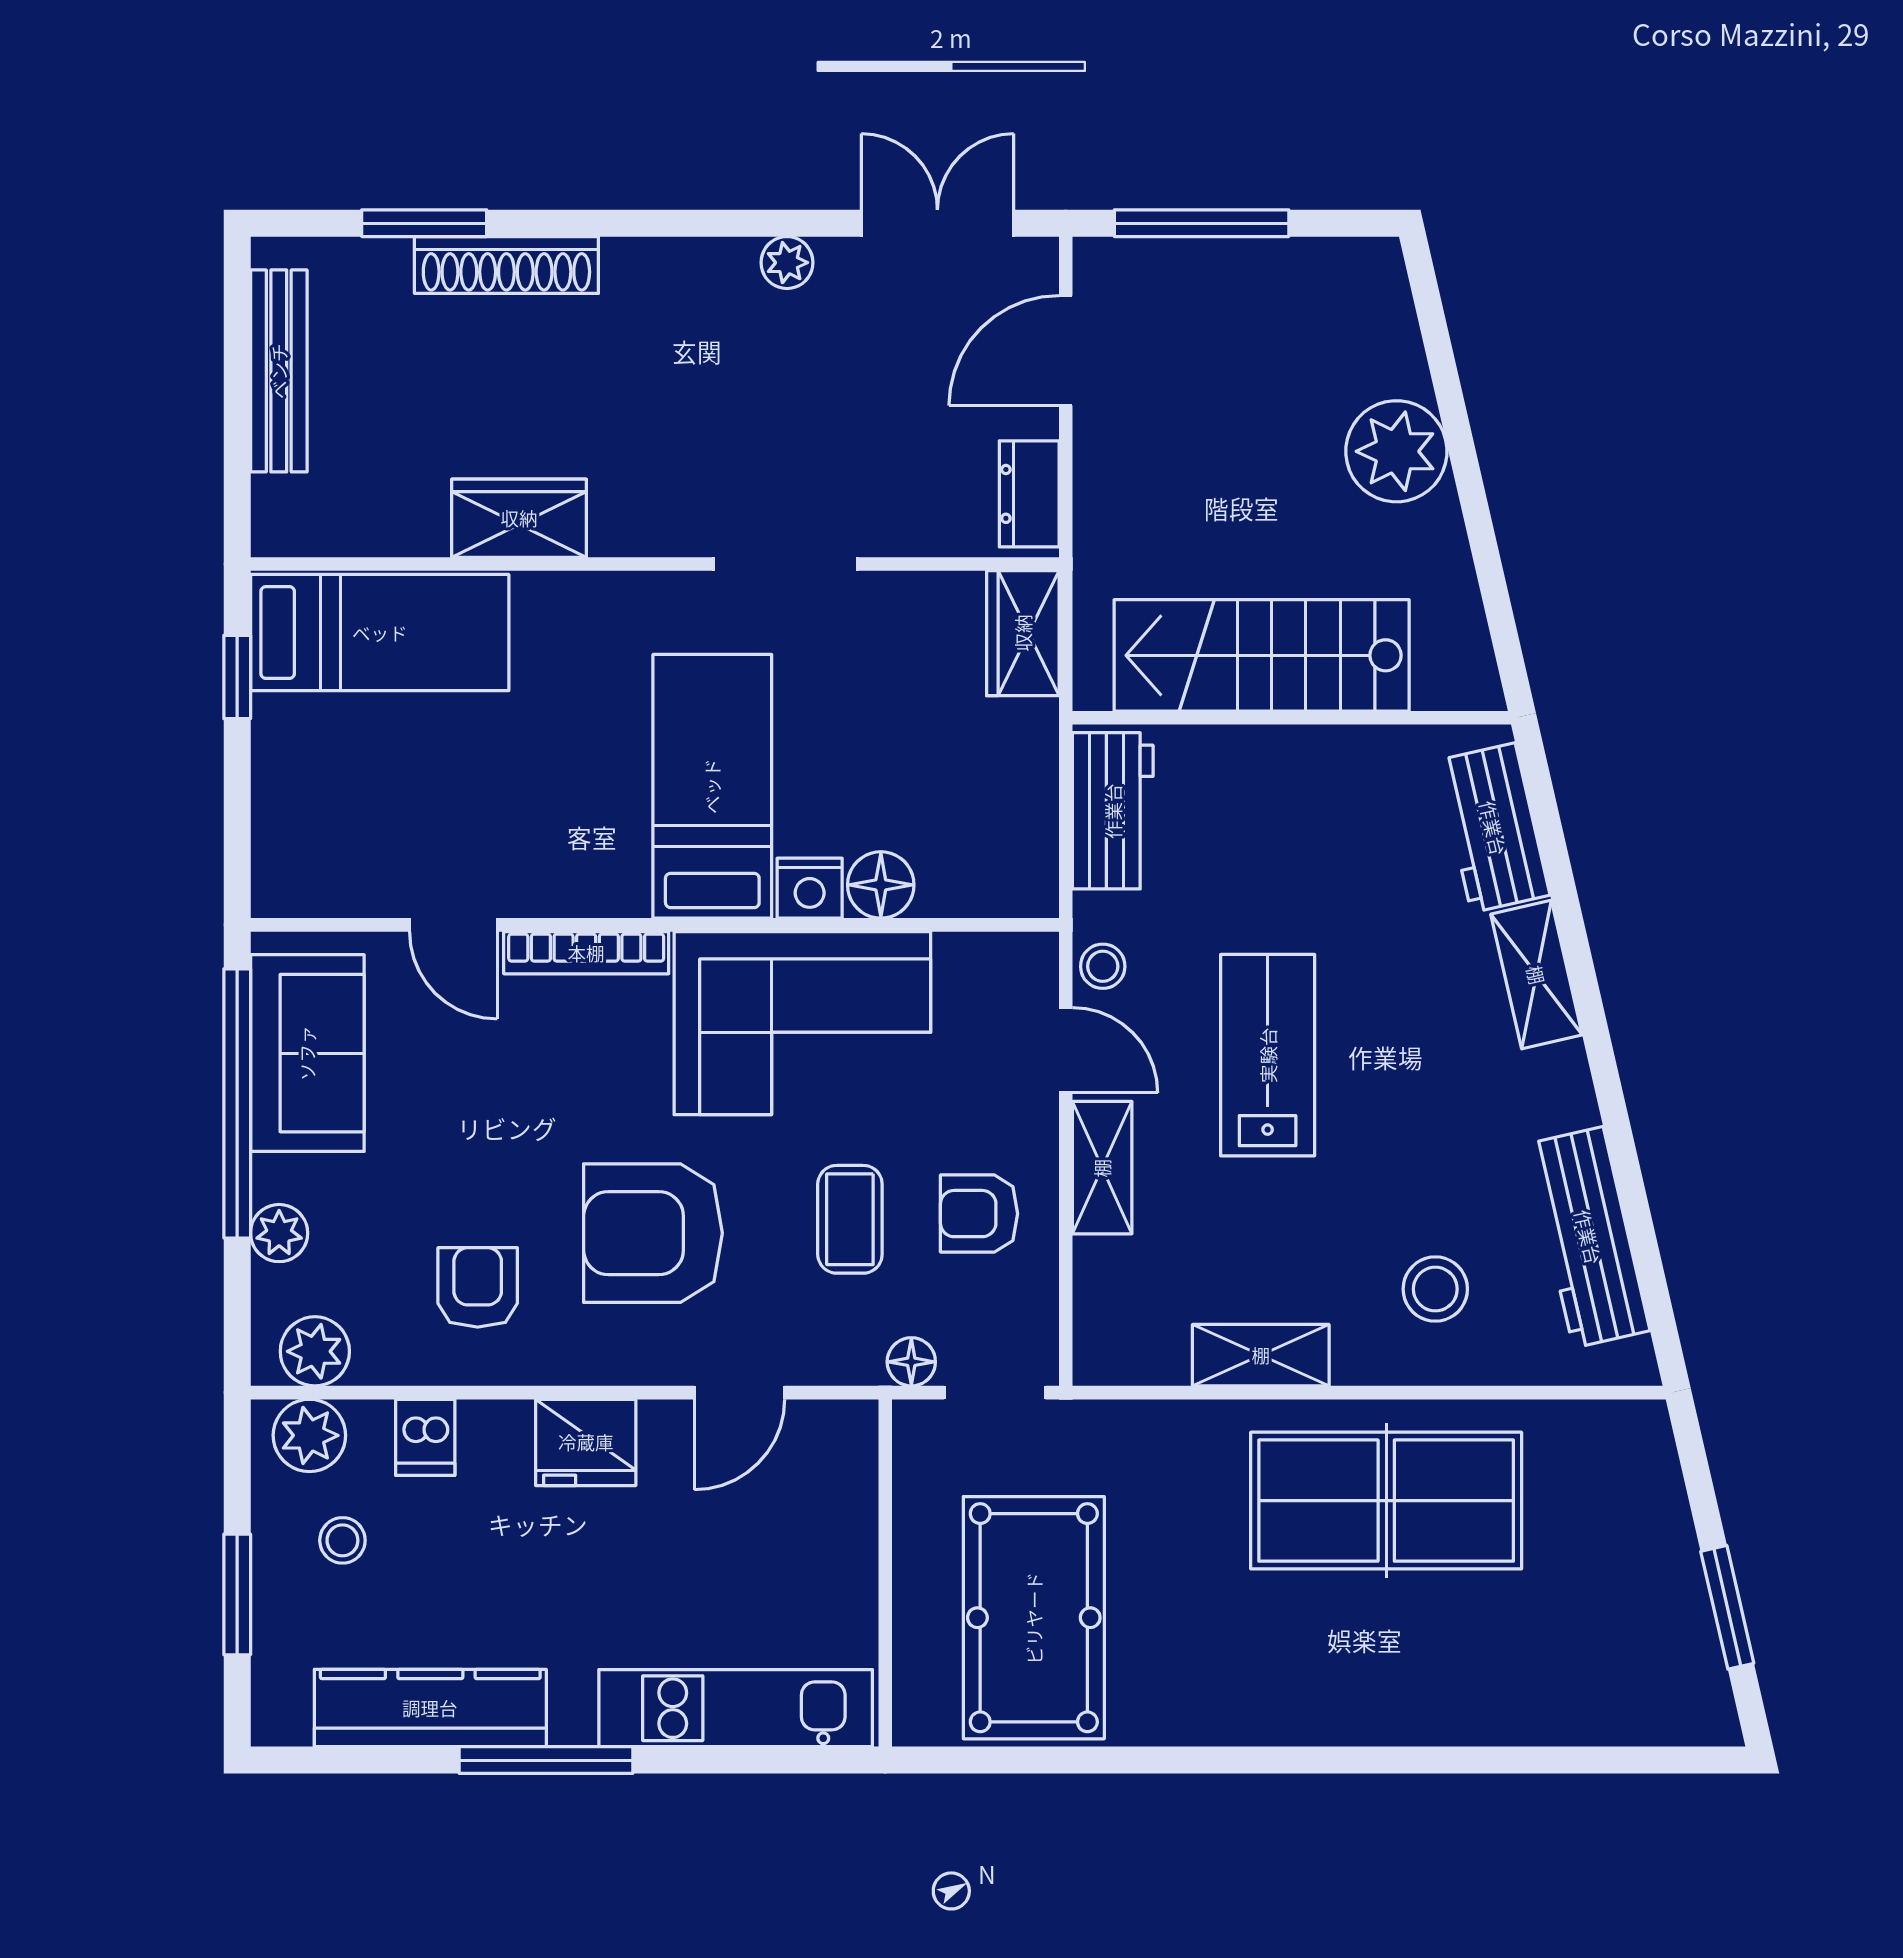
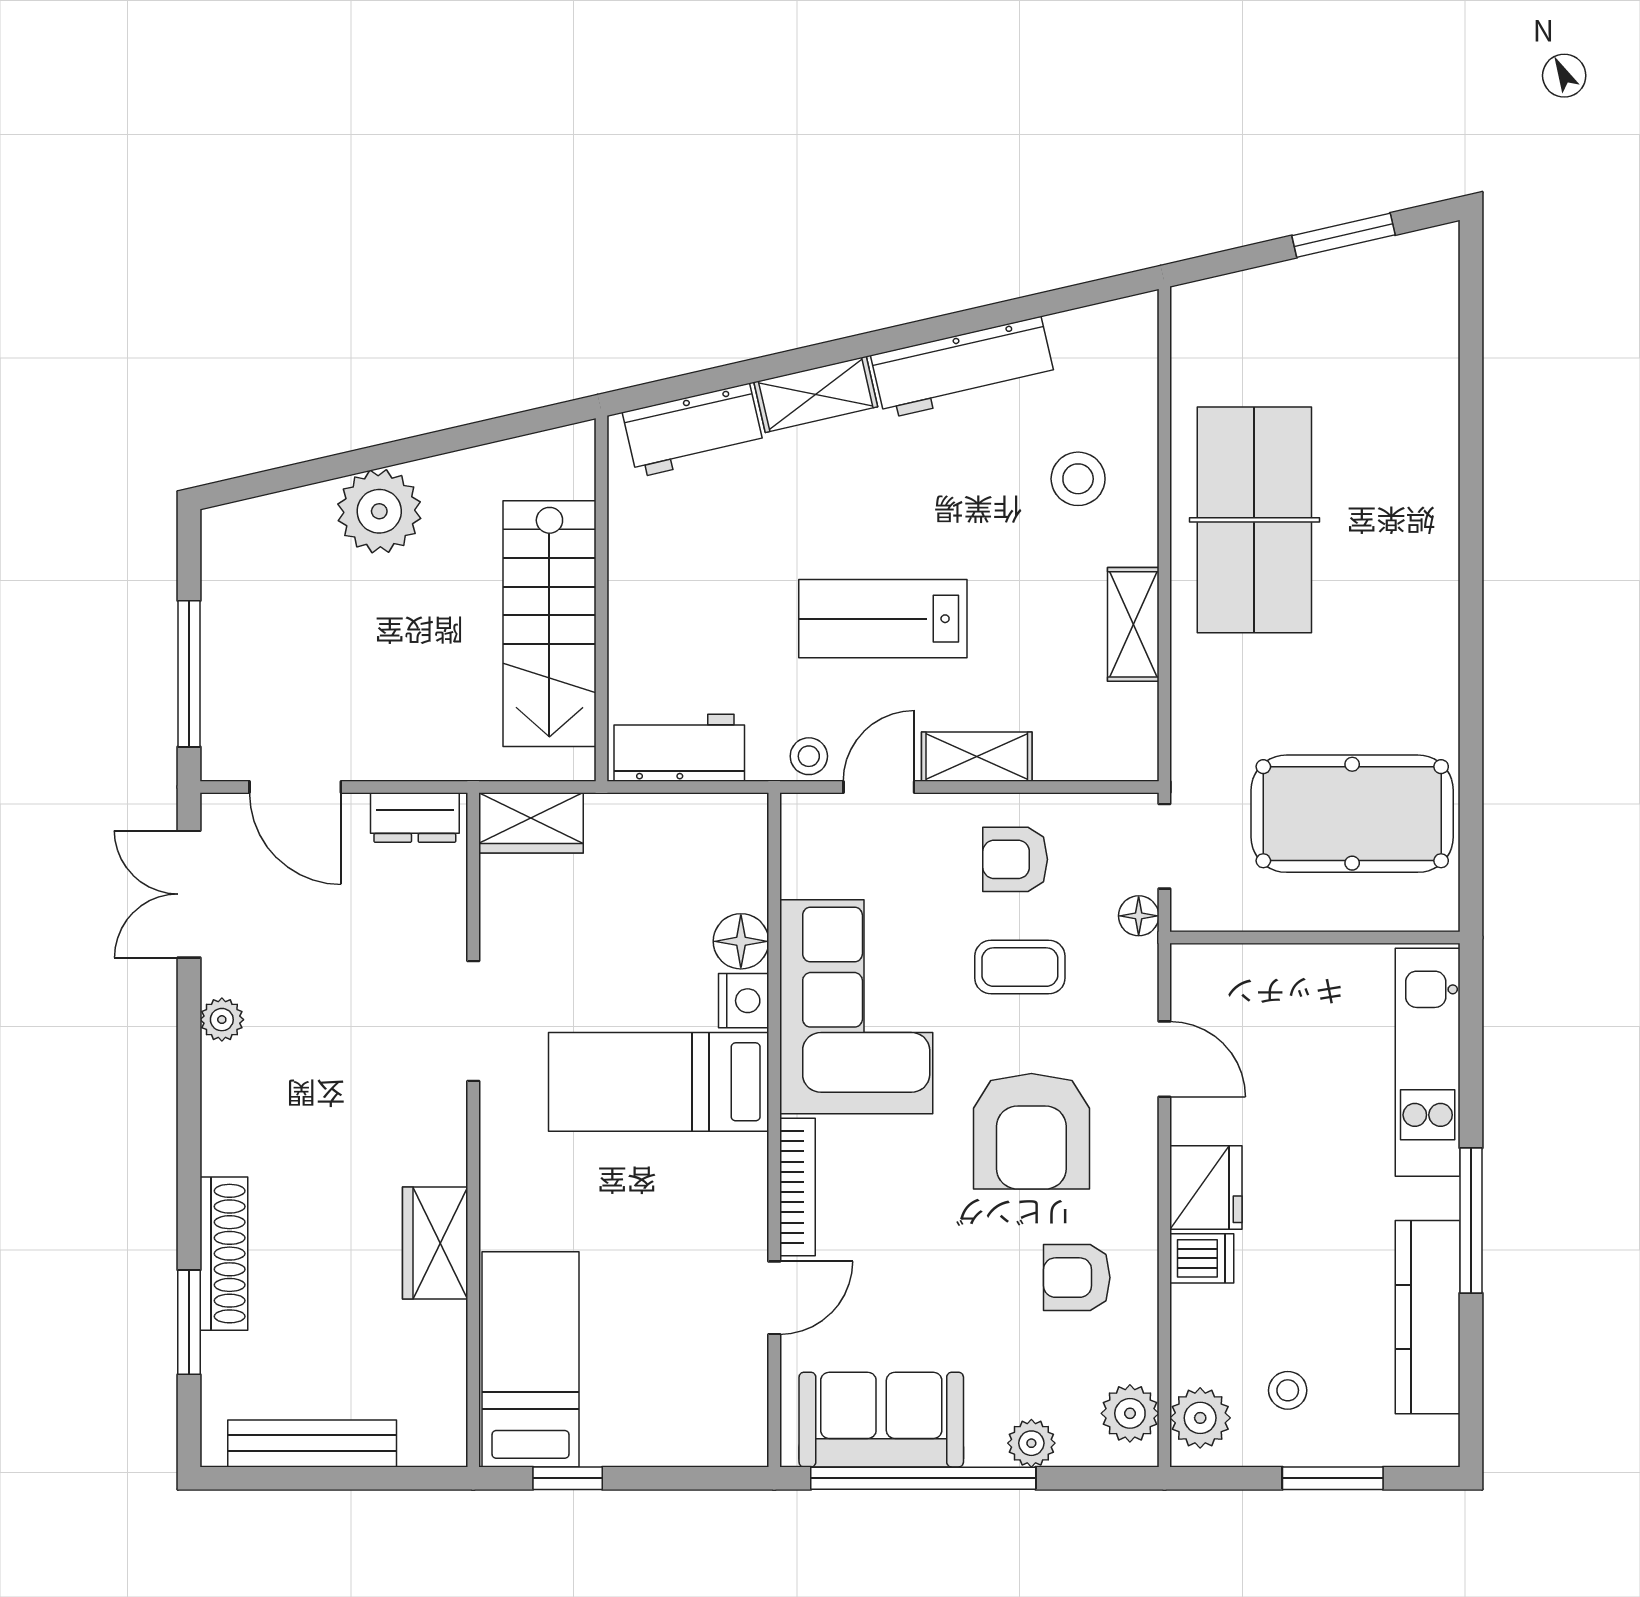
armchair: (979, 1214) -> (1015, 859), turned 90
workbench: (1588, 1237) -> (963, 368), moved
dishwasher: (425, 1437) -> (1202, 1258), moved

